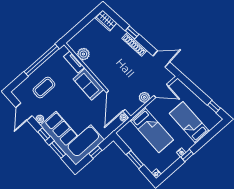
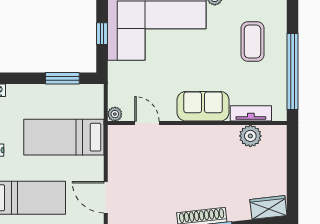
door: (161, 91) -> (106, 197), hinge flipped
plant: (144, 97) -> (117, 167), removed
door: (116, 101) -> (147, 123), width x0.53
window: (135, 160) -> (62, 78), moved

